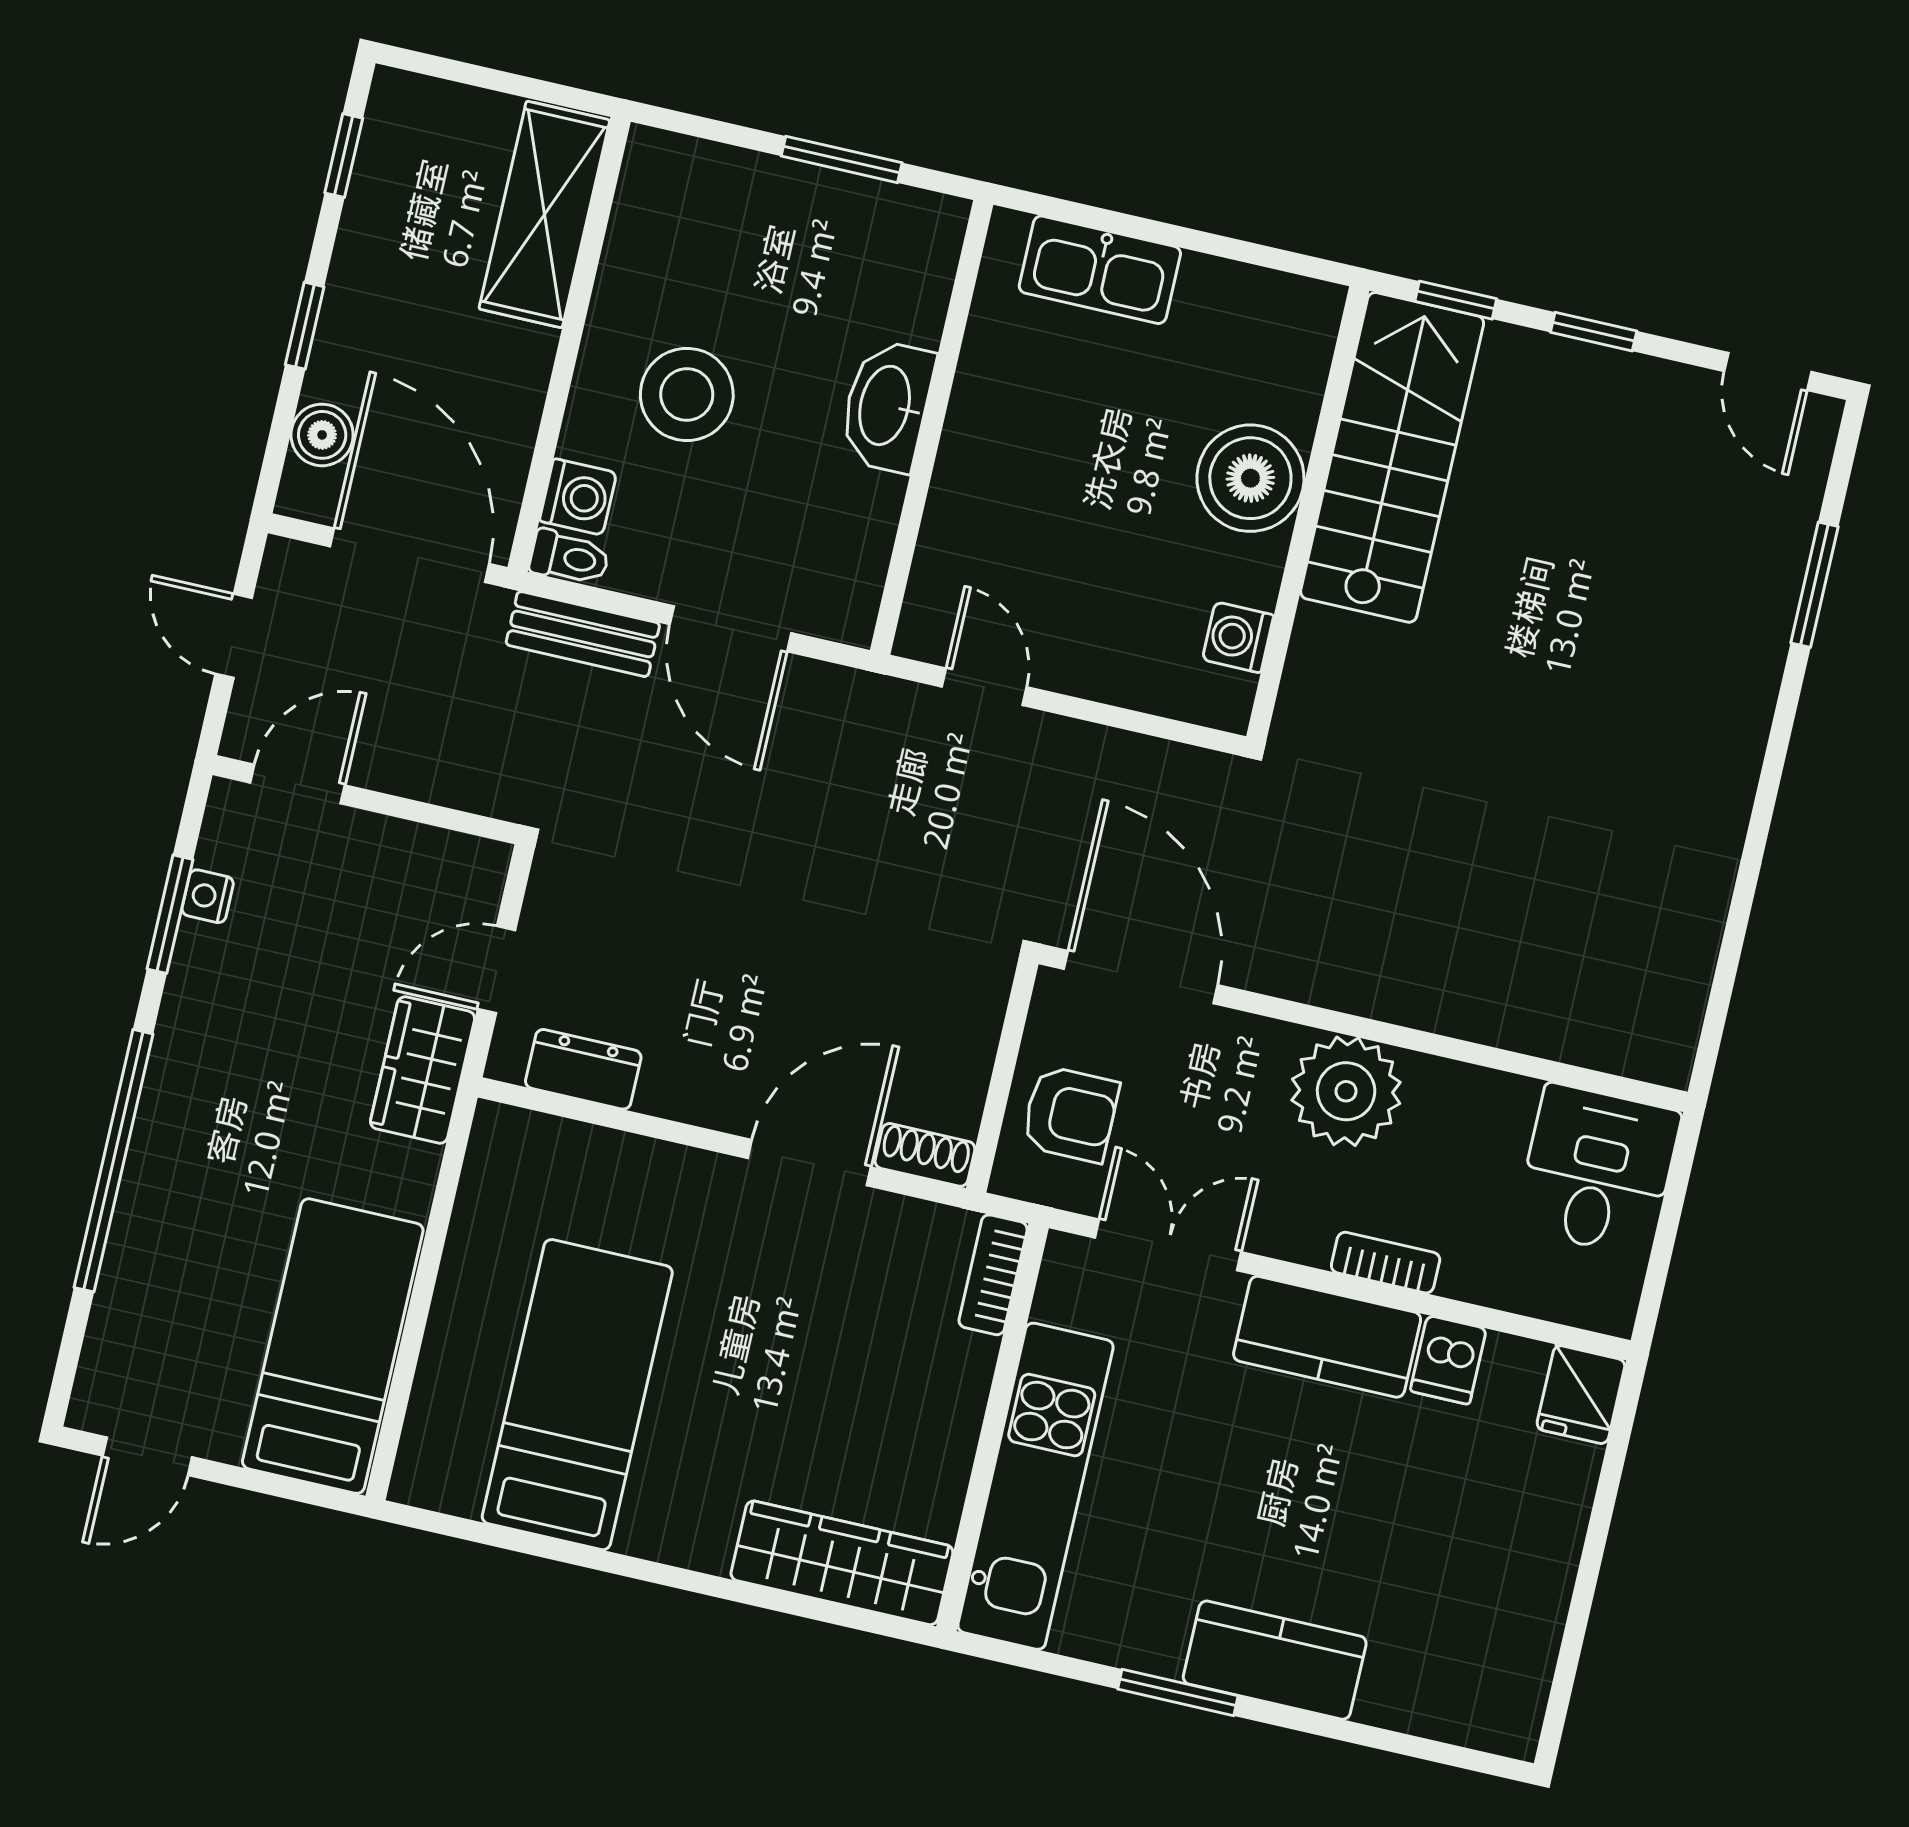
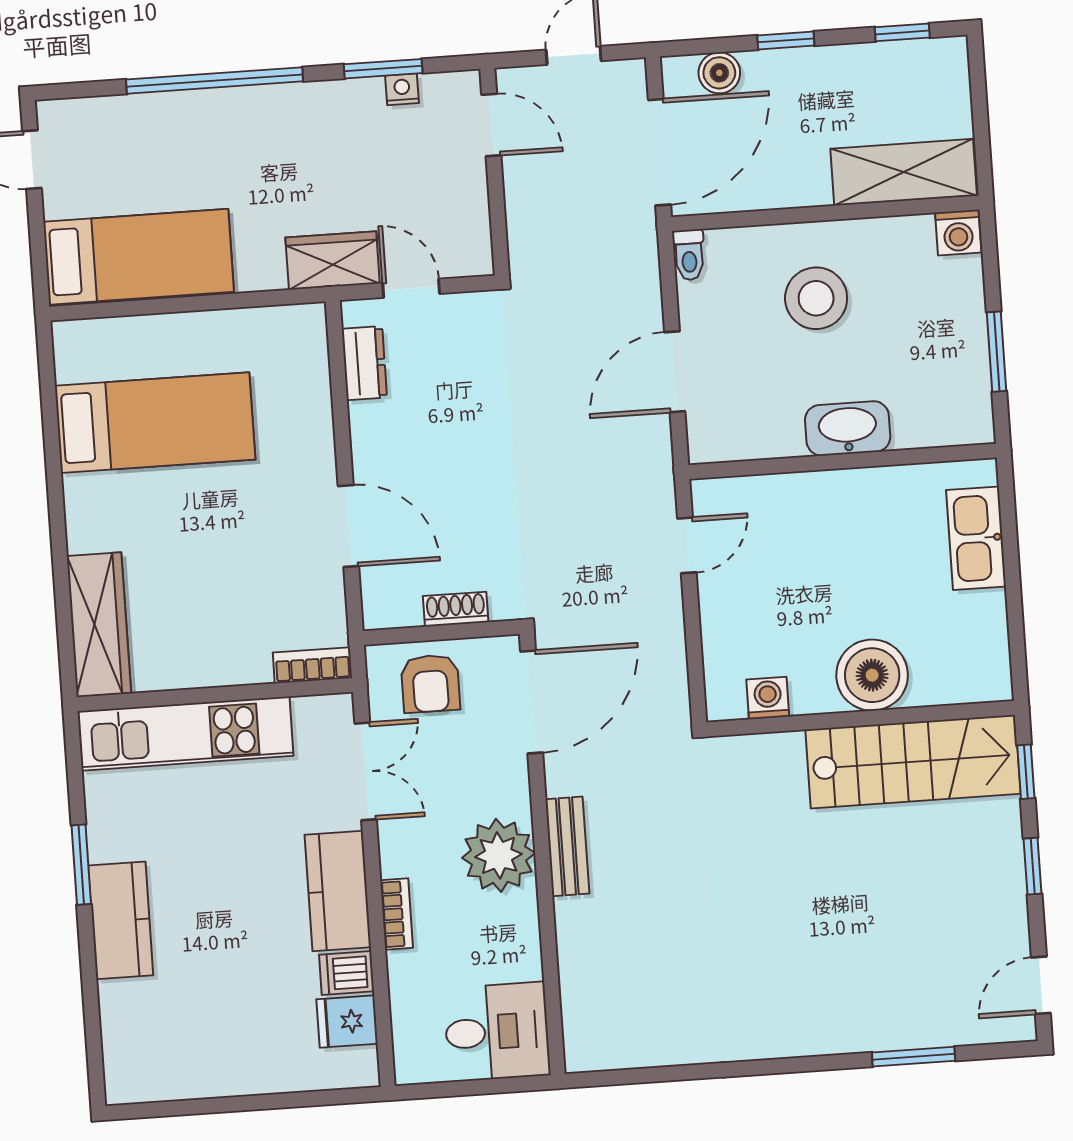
washing machine: (578, 497) -> (958, 233), moved
bench: (583, 634) -> (567, 846), moved
shoe rack: (925, 1155) -> (456, 609), moved, turned -90
fridge: (1581, 1395) -> (347, 1022), moved

